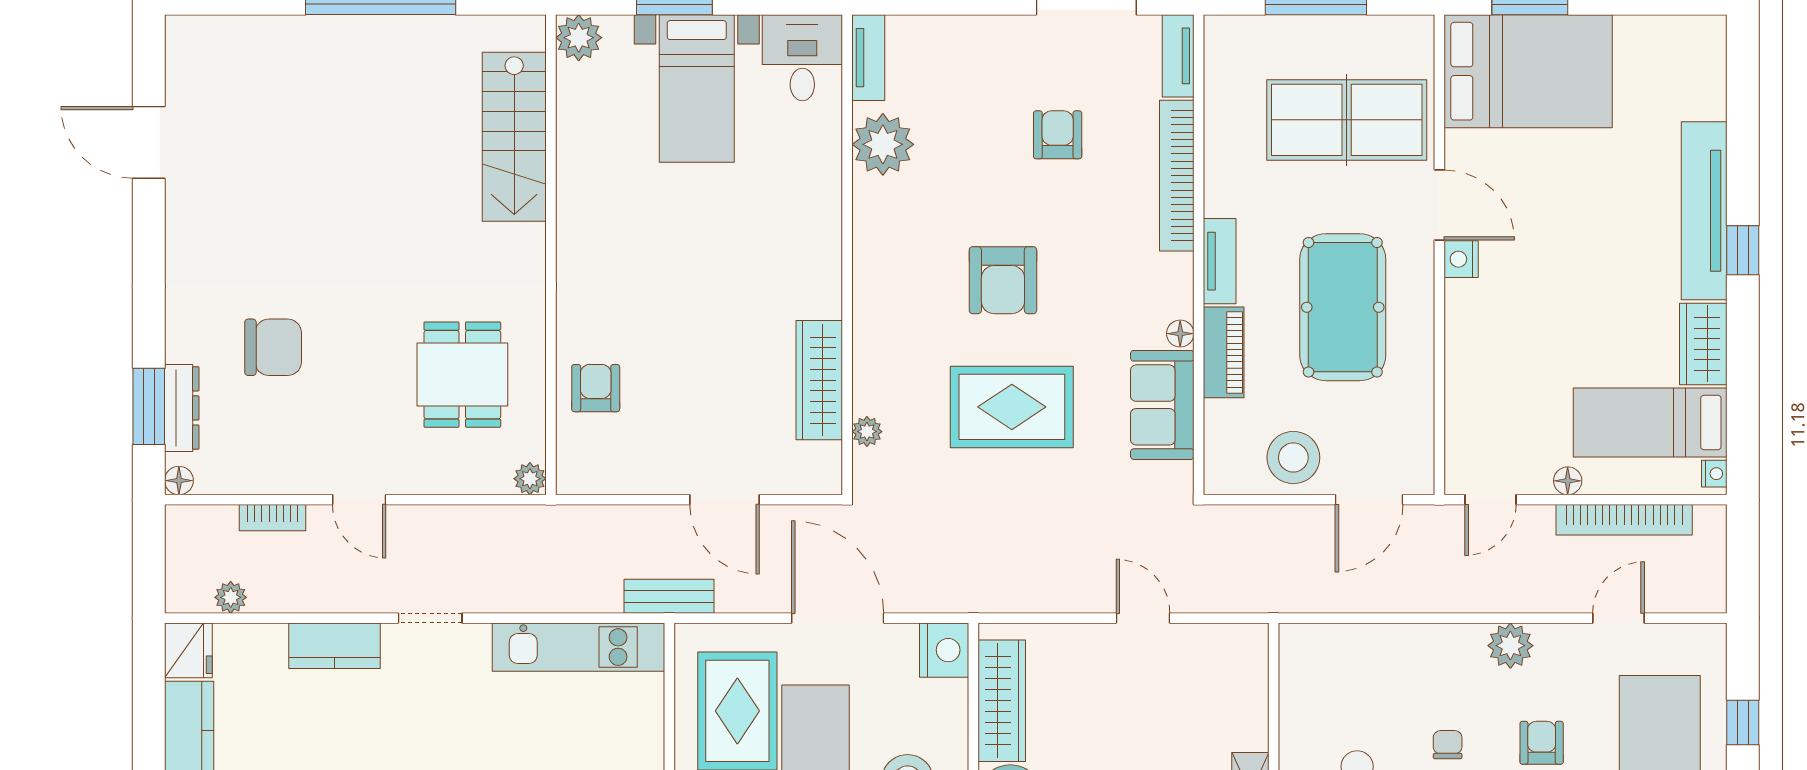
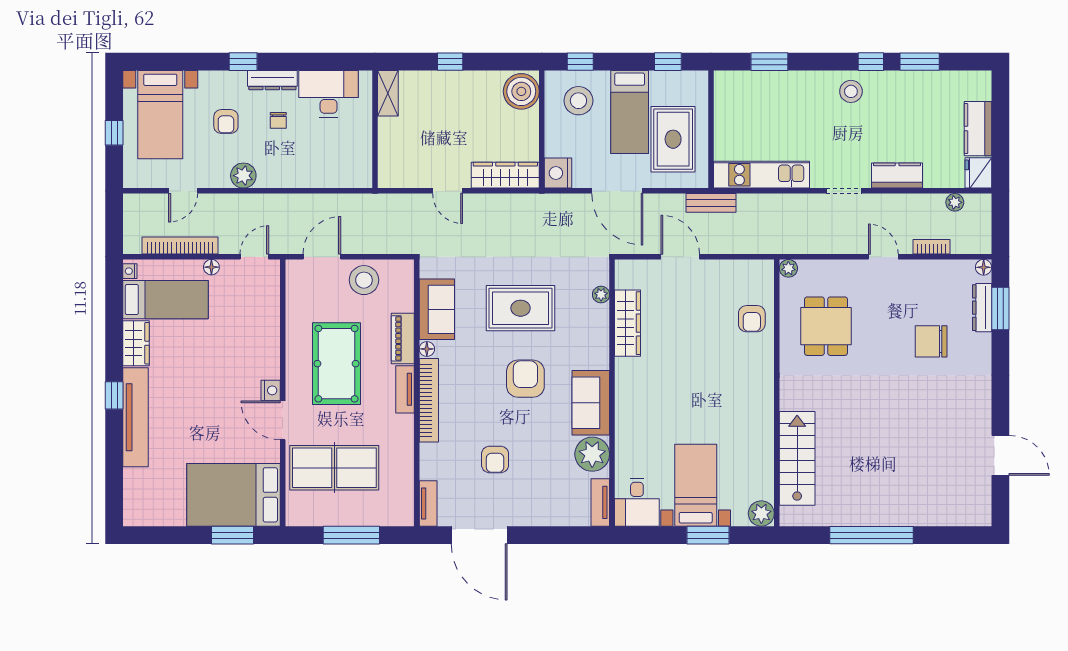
bookcase: (1177, 176) -> (429, 400), moved
sofa: (885, 237) -> (591, 403), added
wardrobe: (1002, 701) -> (505, 175), moved, turned 90

